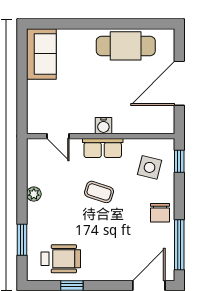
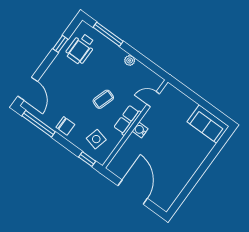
cafe table: (126, 46) -> (177, 177), removed
chair: (160, 213) -> (65, 126), turned 180
window: (22, 240) -> (108, 34), width x1.44

